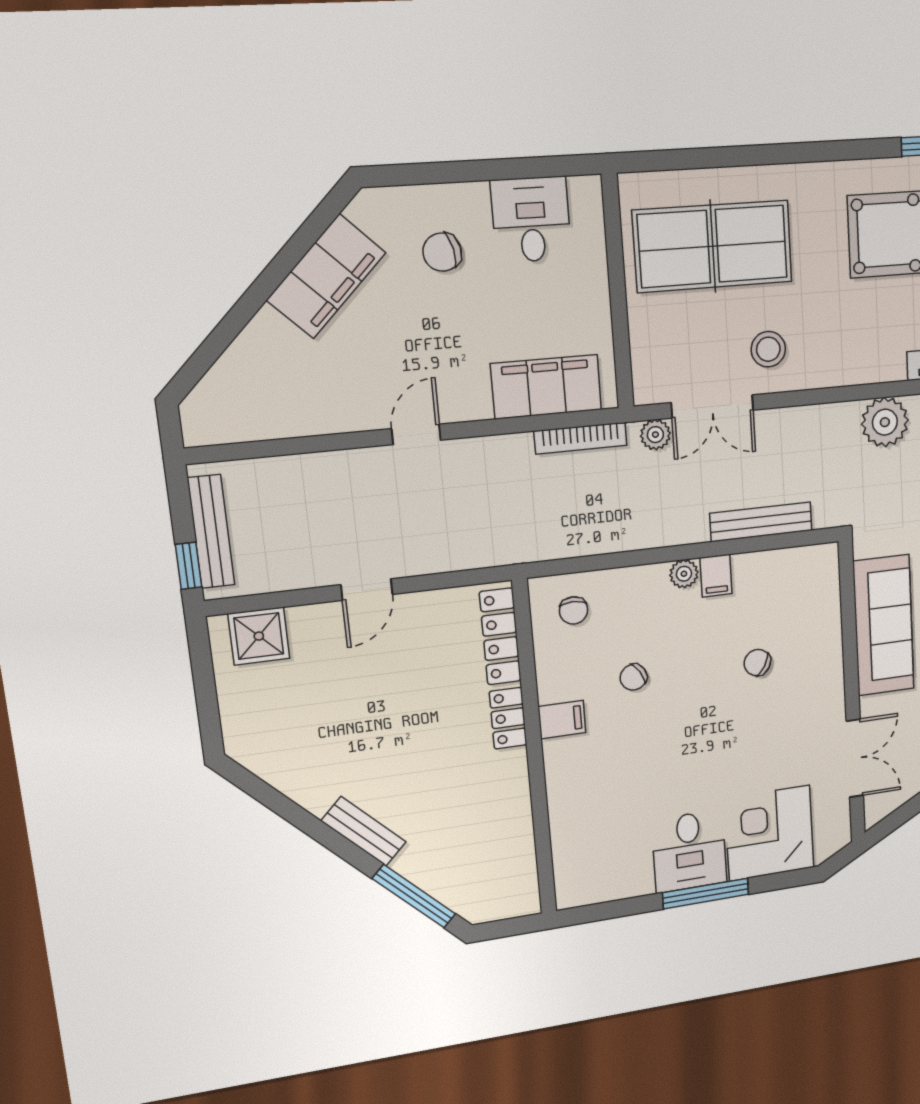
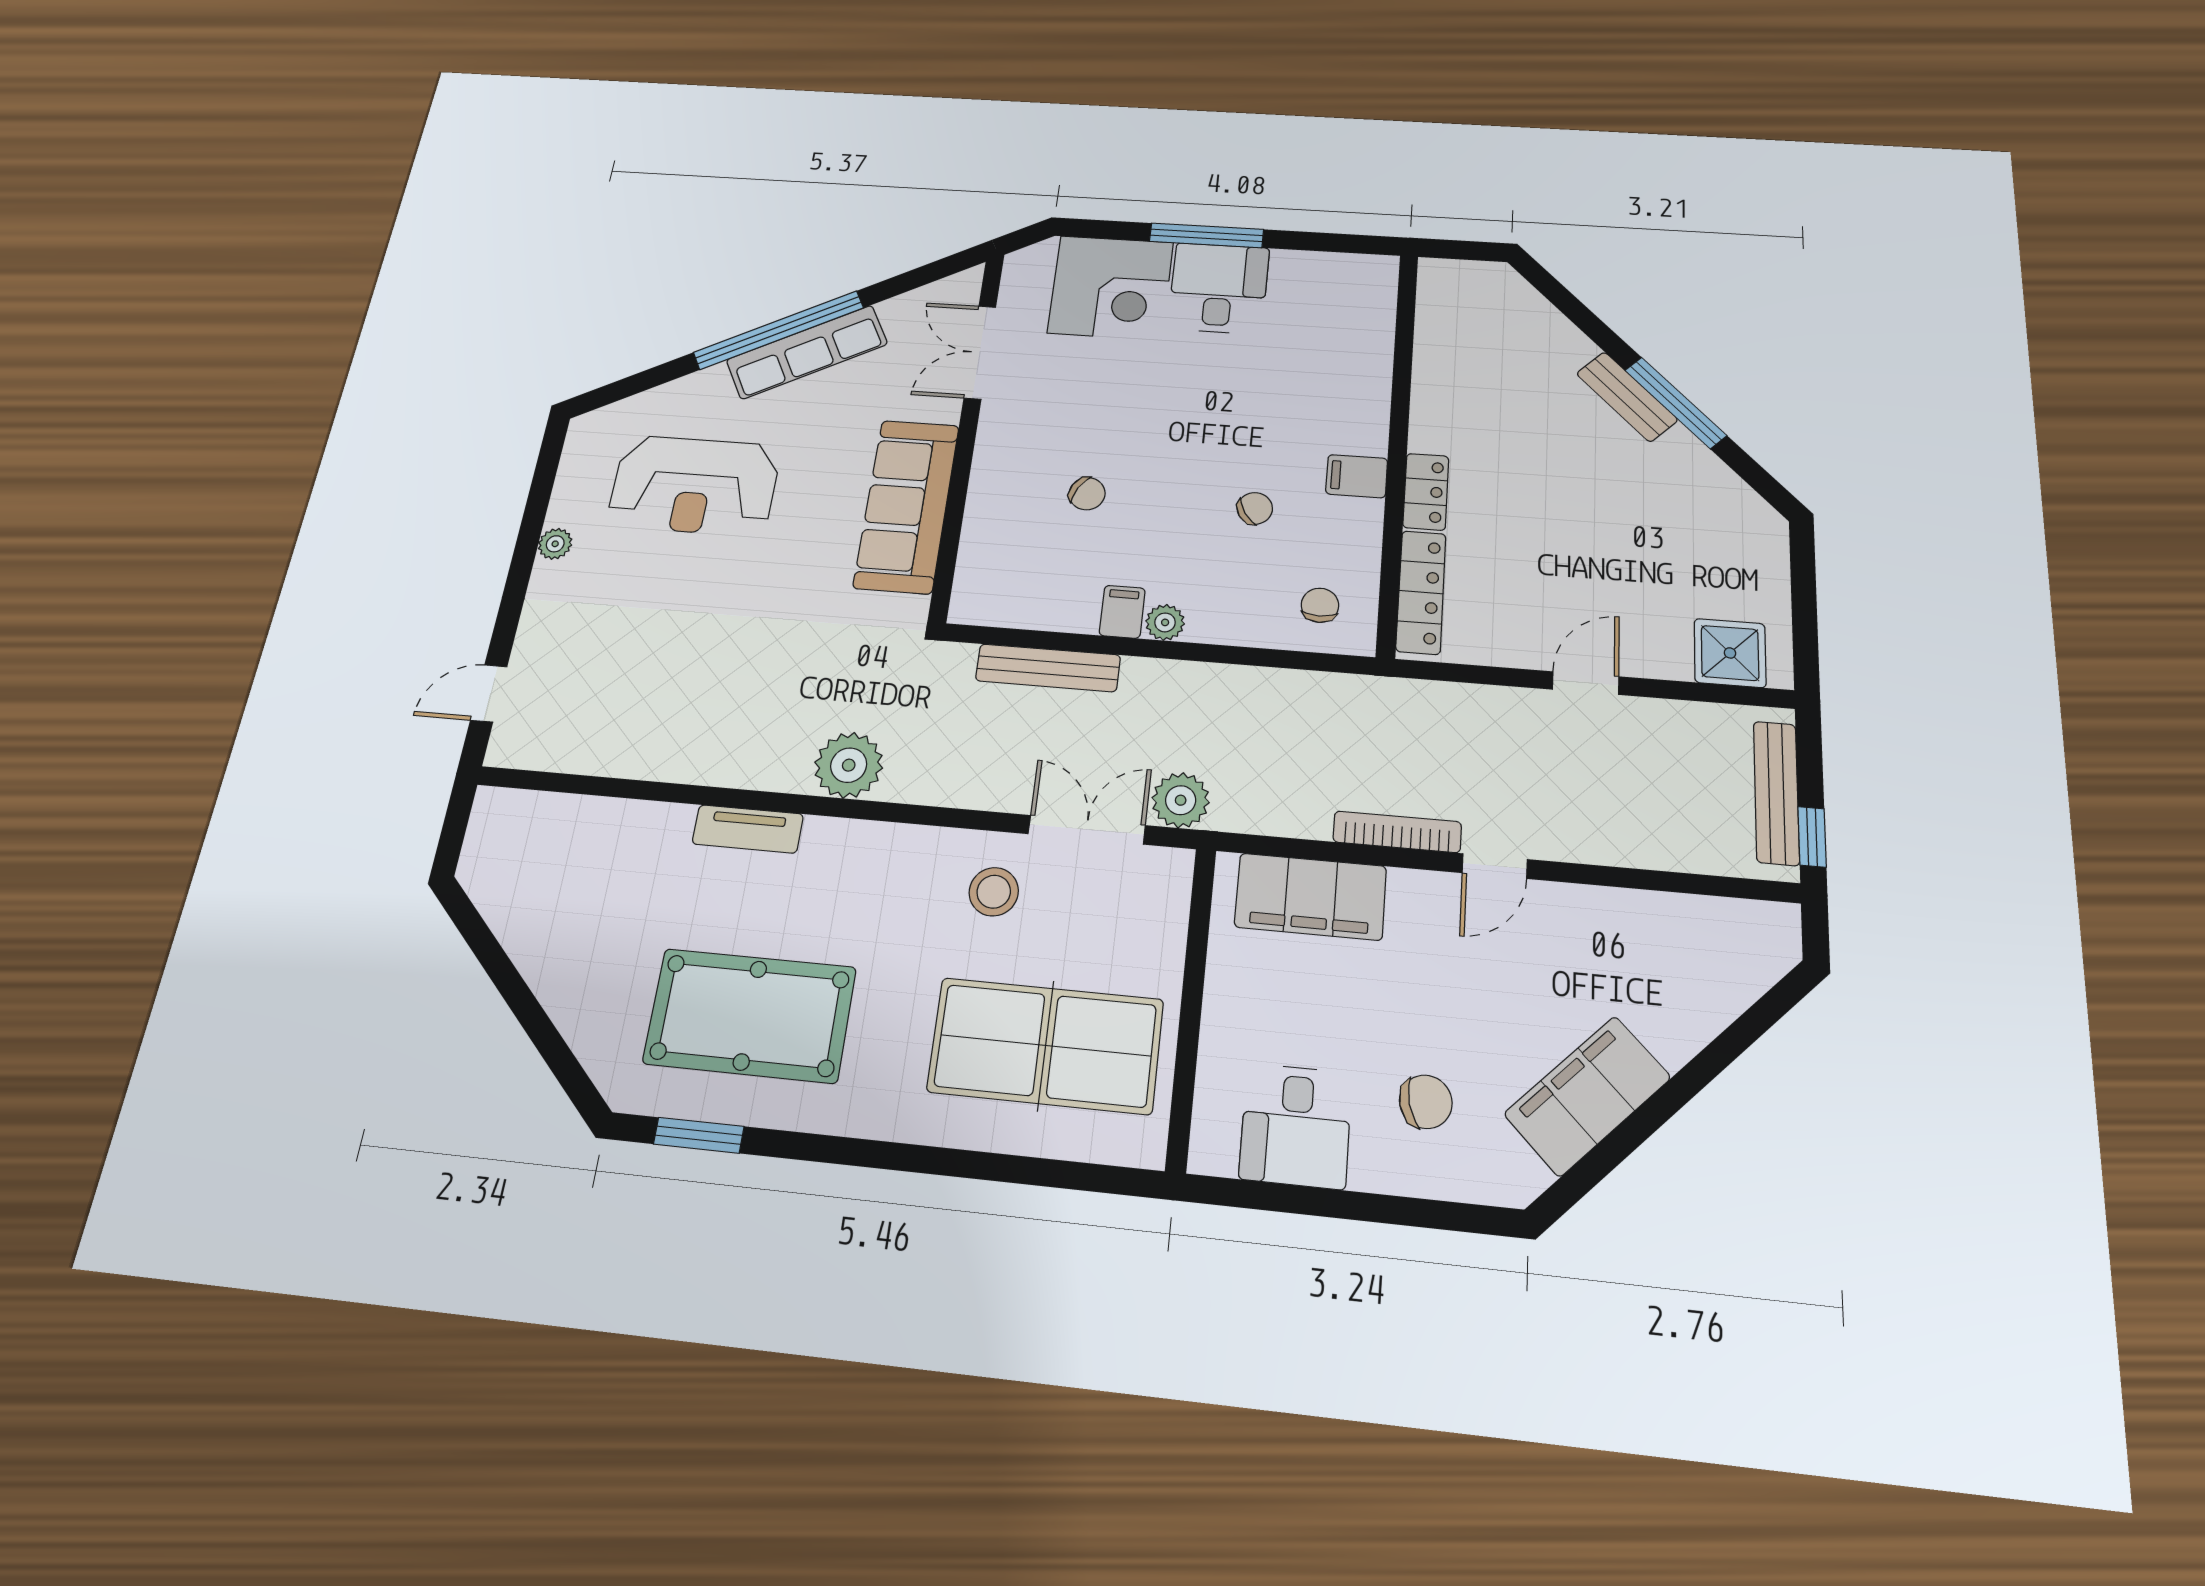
plant: (655, 435) -> (1181, 800), width x1.38, depth x1.38
bookcase: (581, 438) -> (1397, 832), moved
window: (189, 566) -> (1812, 837), moved
window: (414, 896) -> (1676, 403), moved

